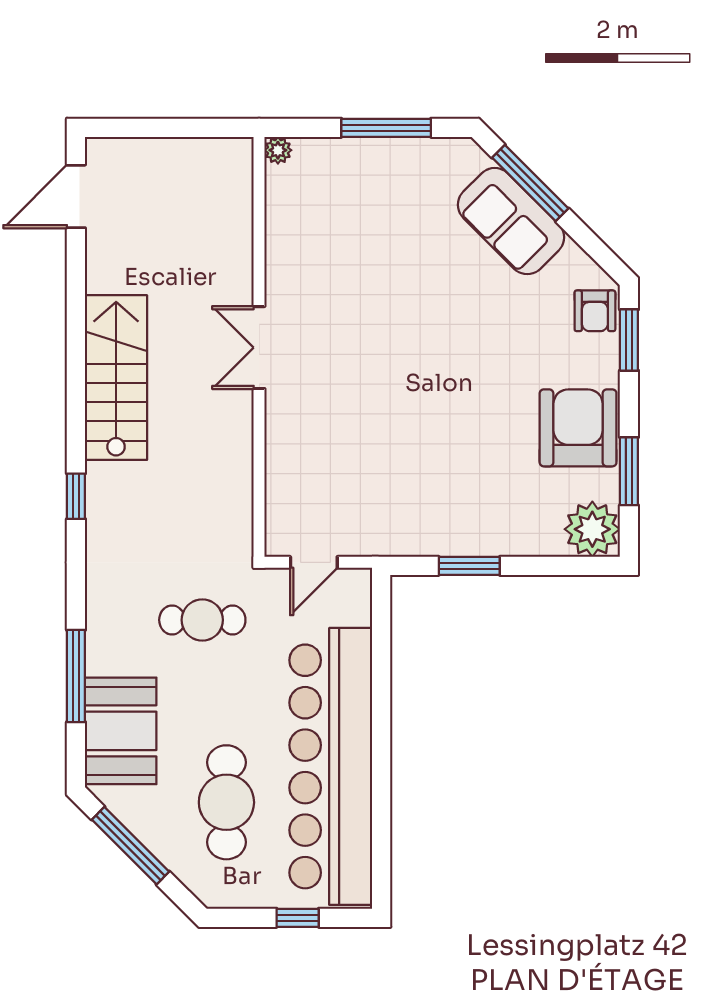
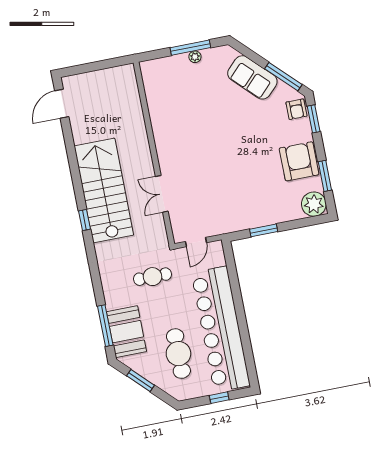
plant: (278, 150) -> (195, 57), moved
window: (530, 183) -> (283, 77), moved
double door: (259, 348) -> (162, 194), moved
stairs: (116, 378) -> (104, 190), width x1.36, depth x1.51
window: (76, 496) -> (85, 220), moved
window: (76, 676) -> (105, 326), moved
window: (130, 846) -> (141, 380), width x0.69

